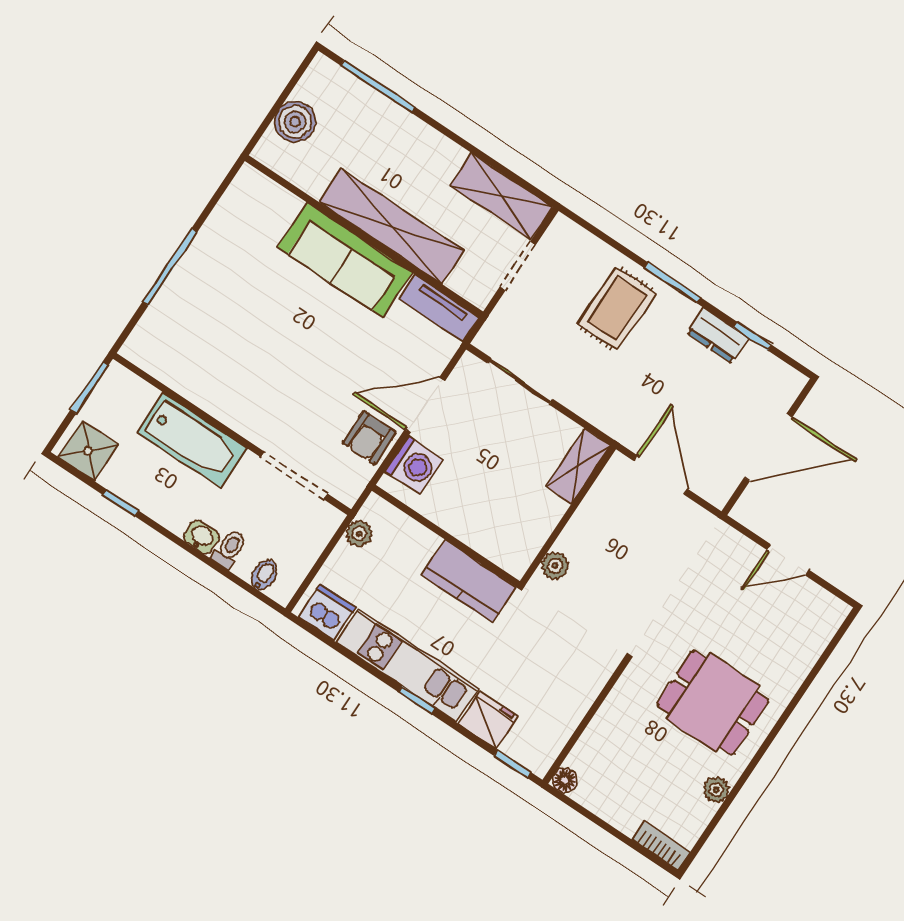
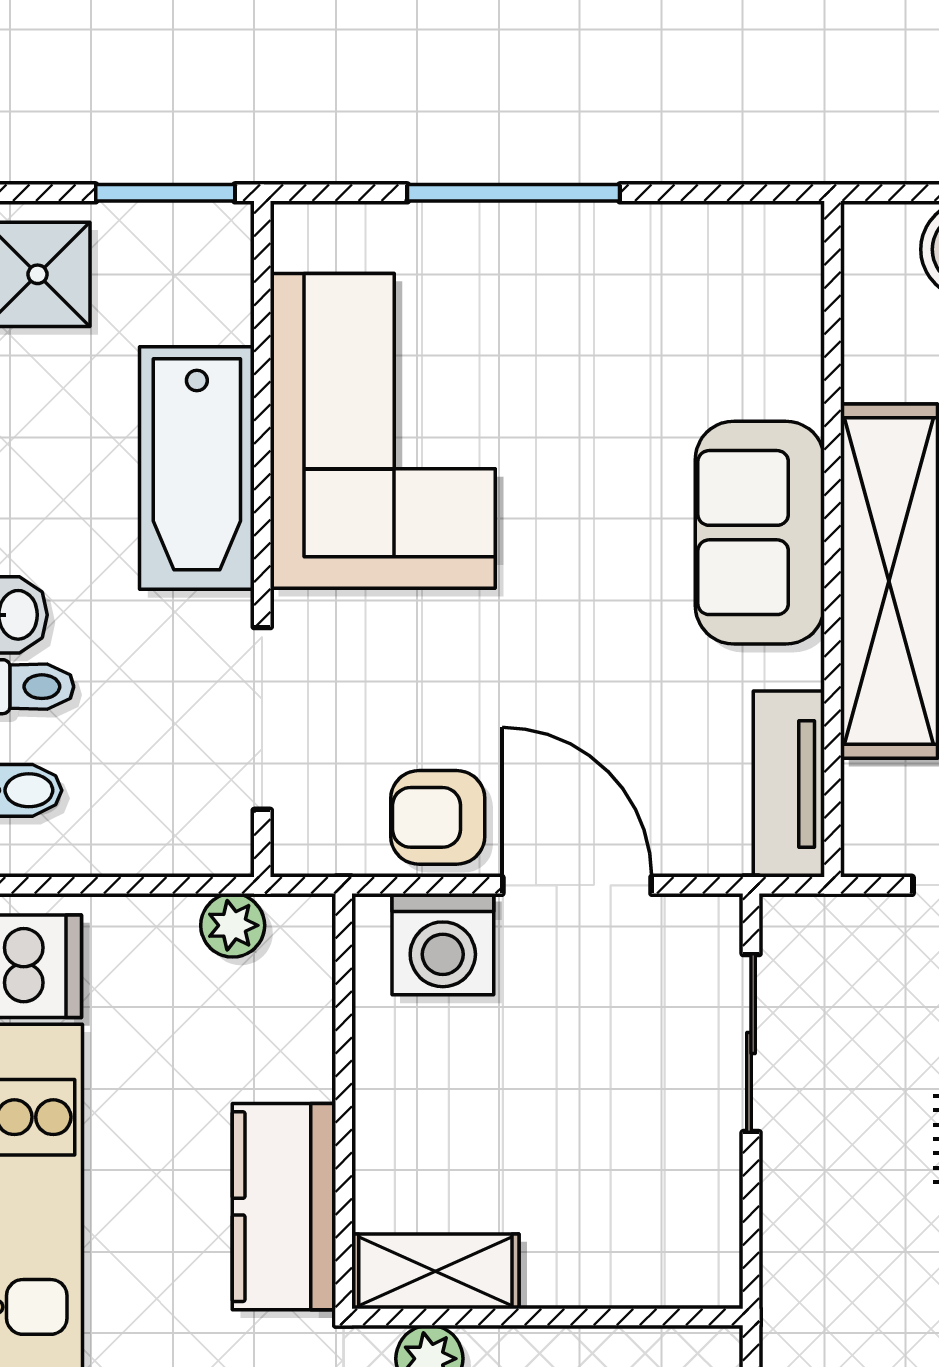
sofa: (345, 260) -> (760, 533), width x0.73
corner sofa: (222, 367) -> (383, 431), added
shelving: (578, 466) -> (435, 1271), moved

